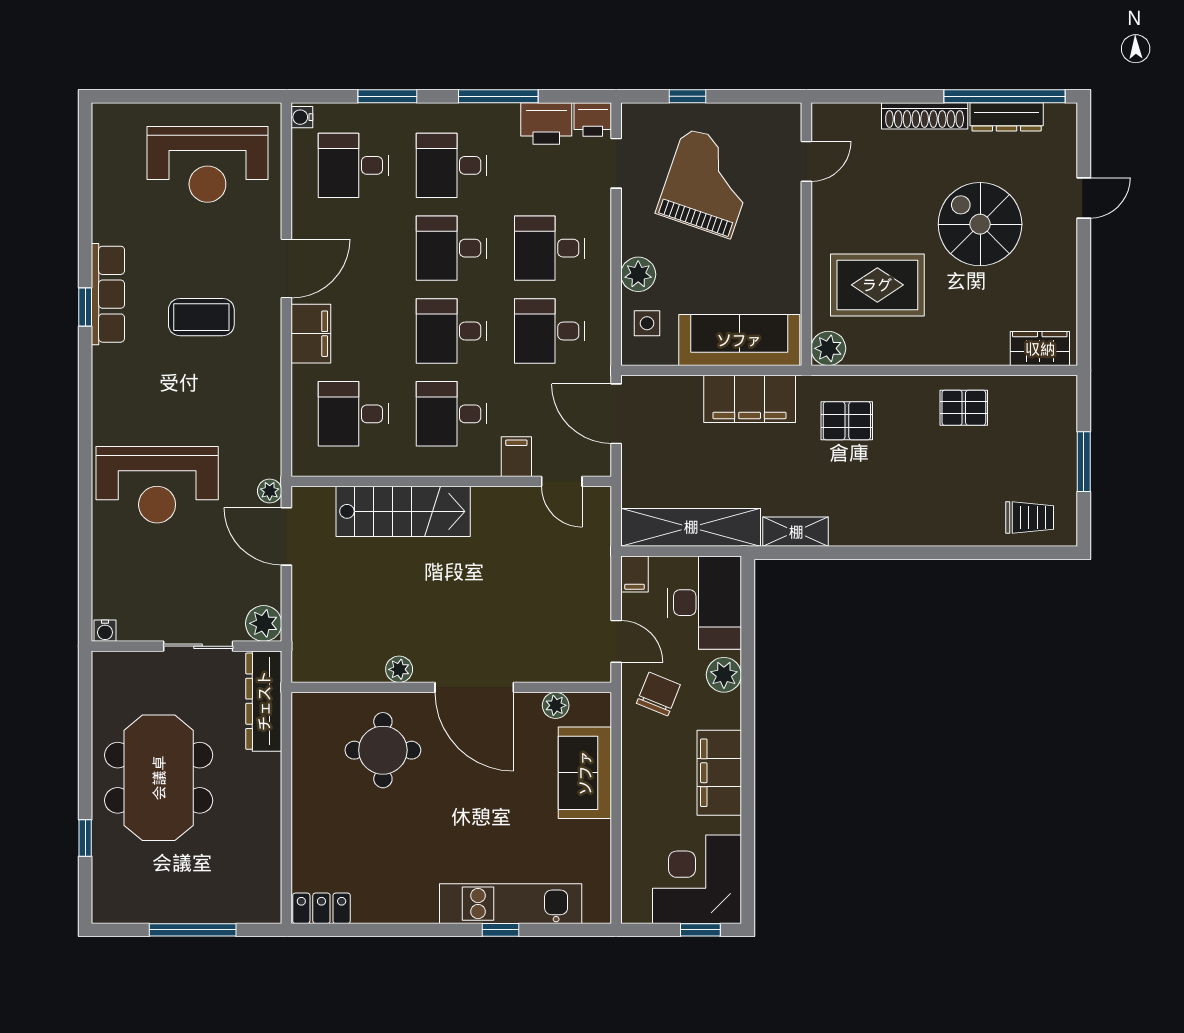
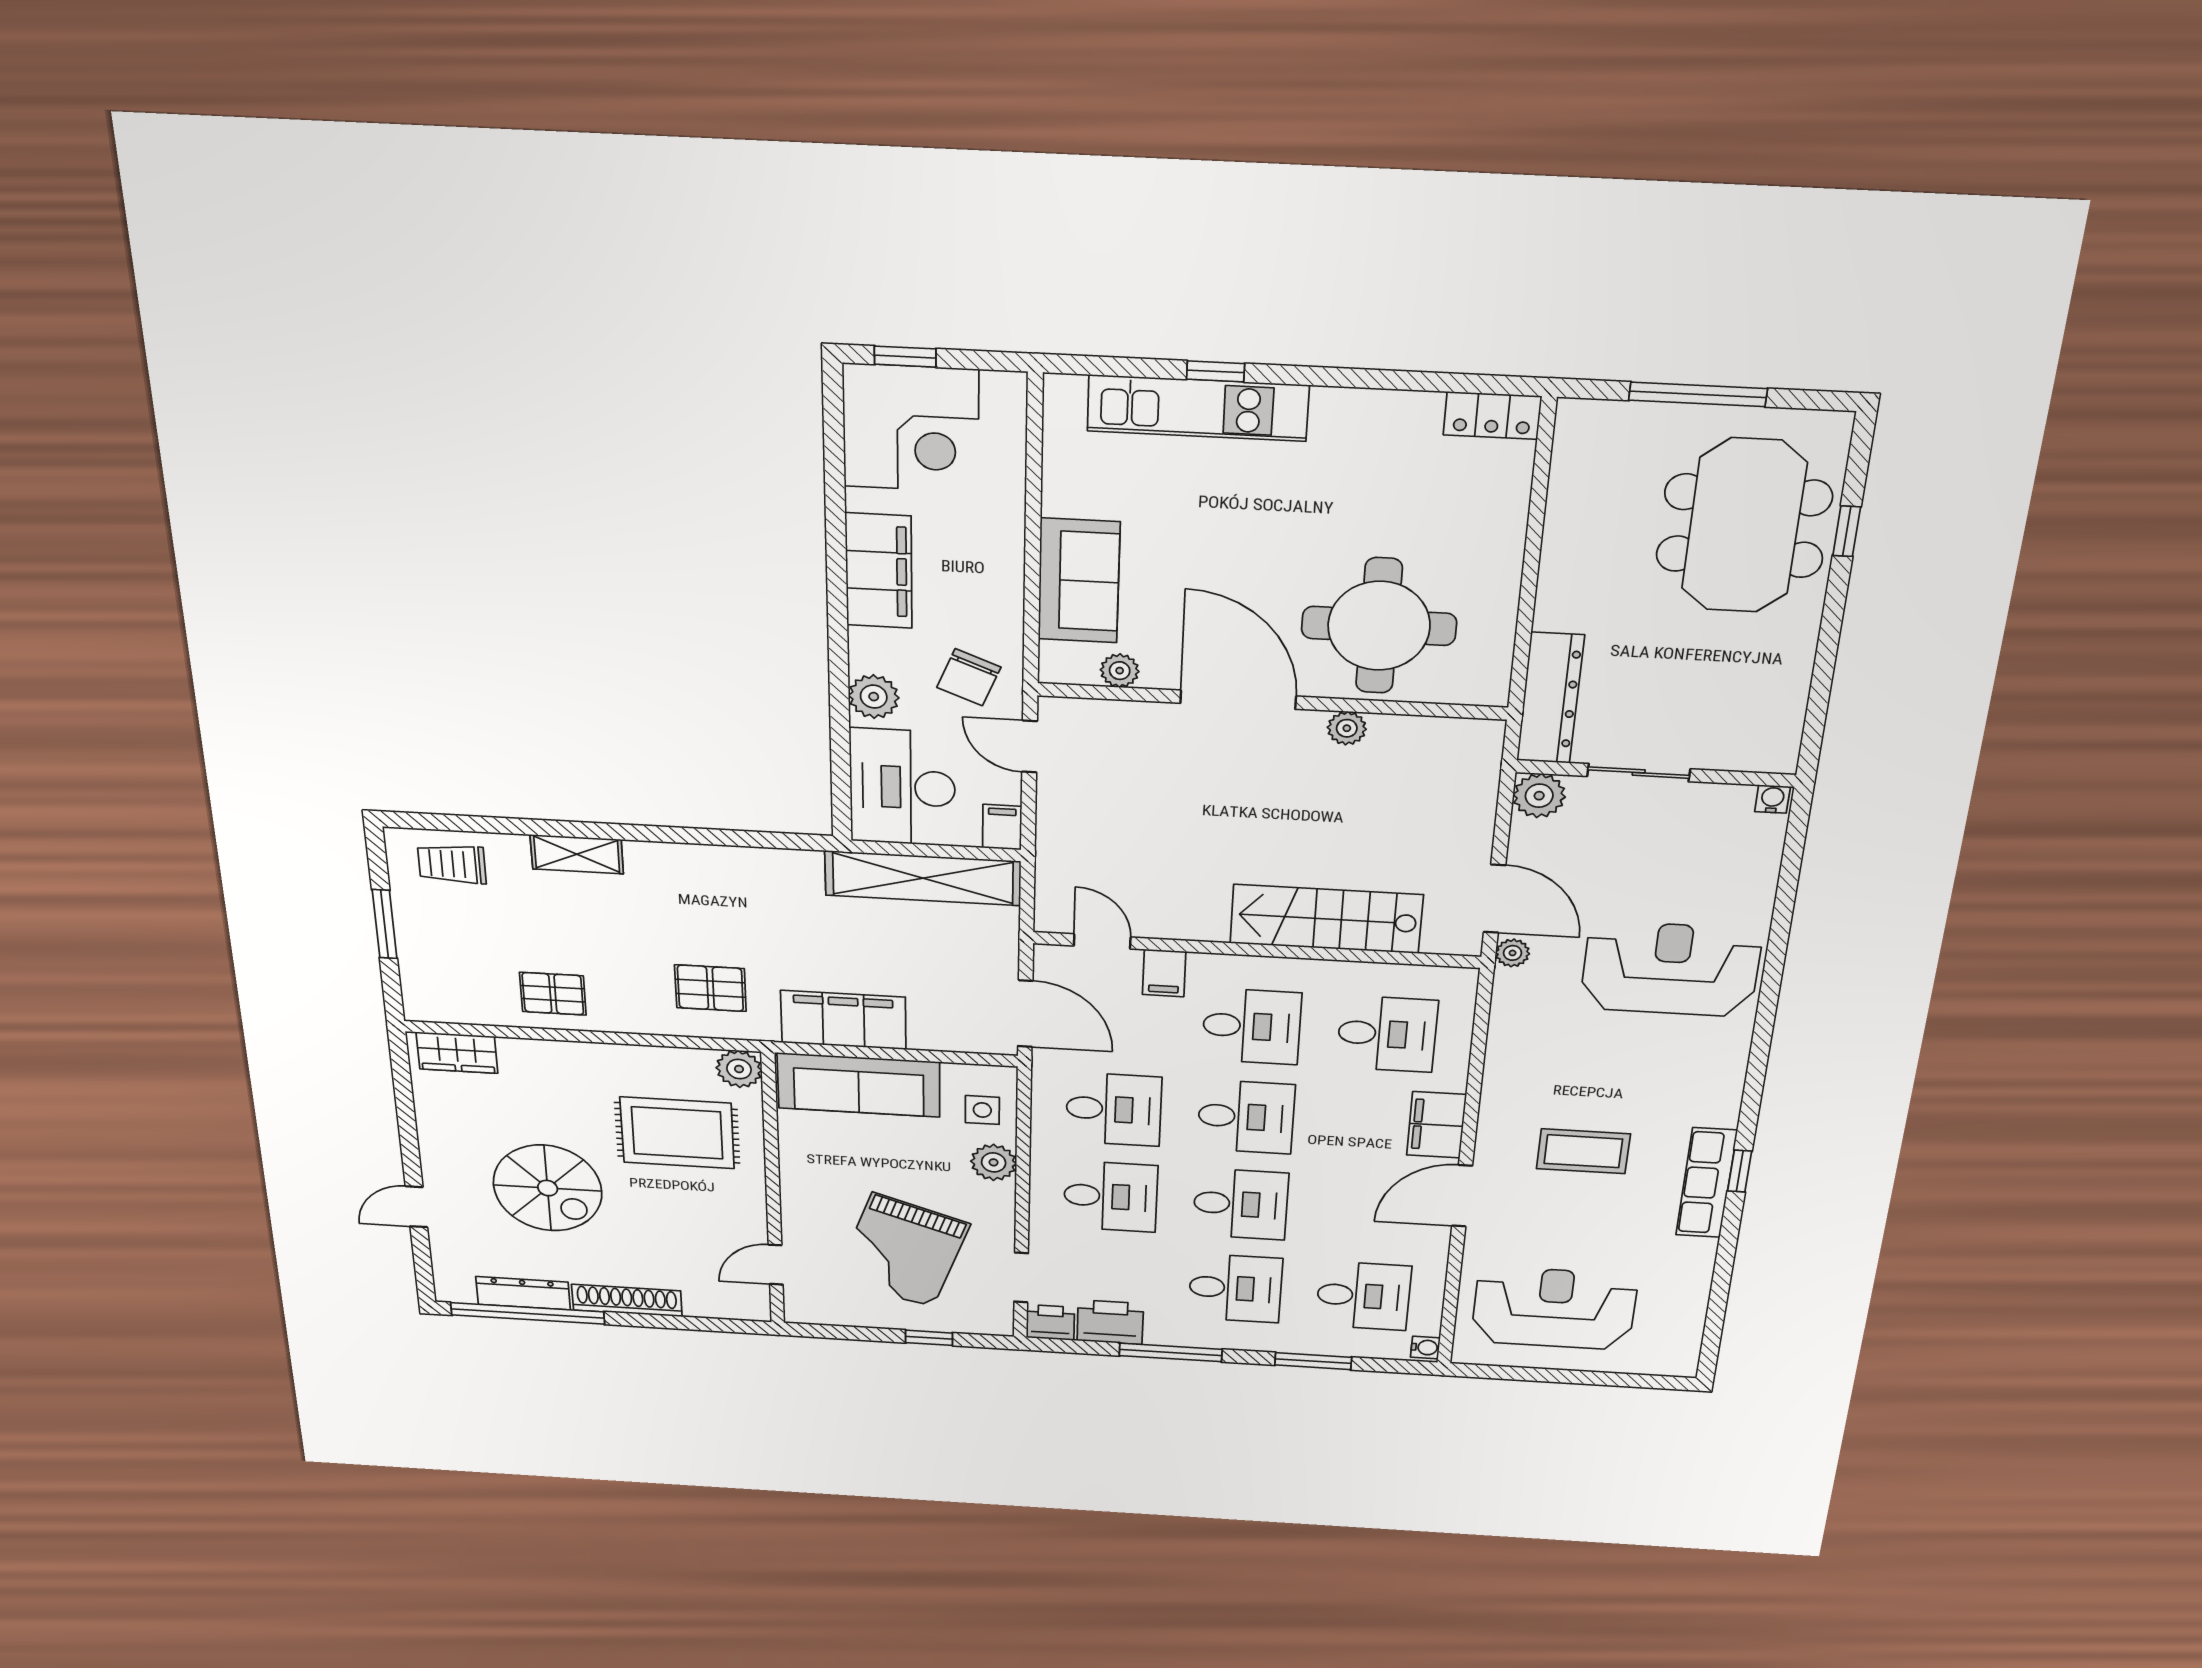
shelving: (796, 532) -> (577, 854), moved
round table: (383, 750) -> (1379, 626), width x1.36, depth x1.36
meeting table: (159, 778) -> (1744, 526), moved

